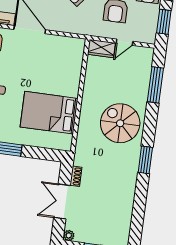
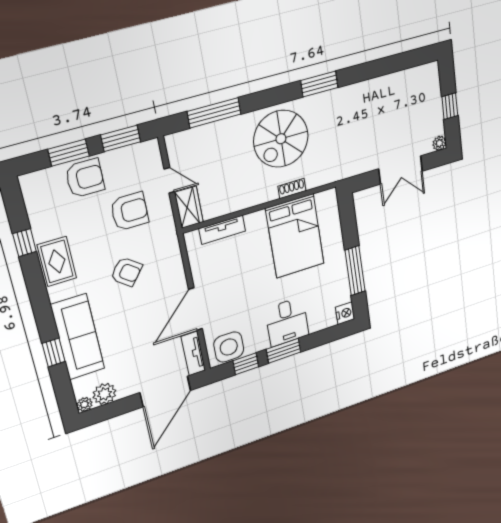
tv unit: (76, 65) -> (222, 230), added
shoe rack: (76, 176) -> (292, 189), moved

